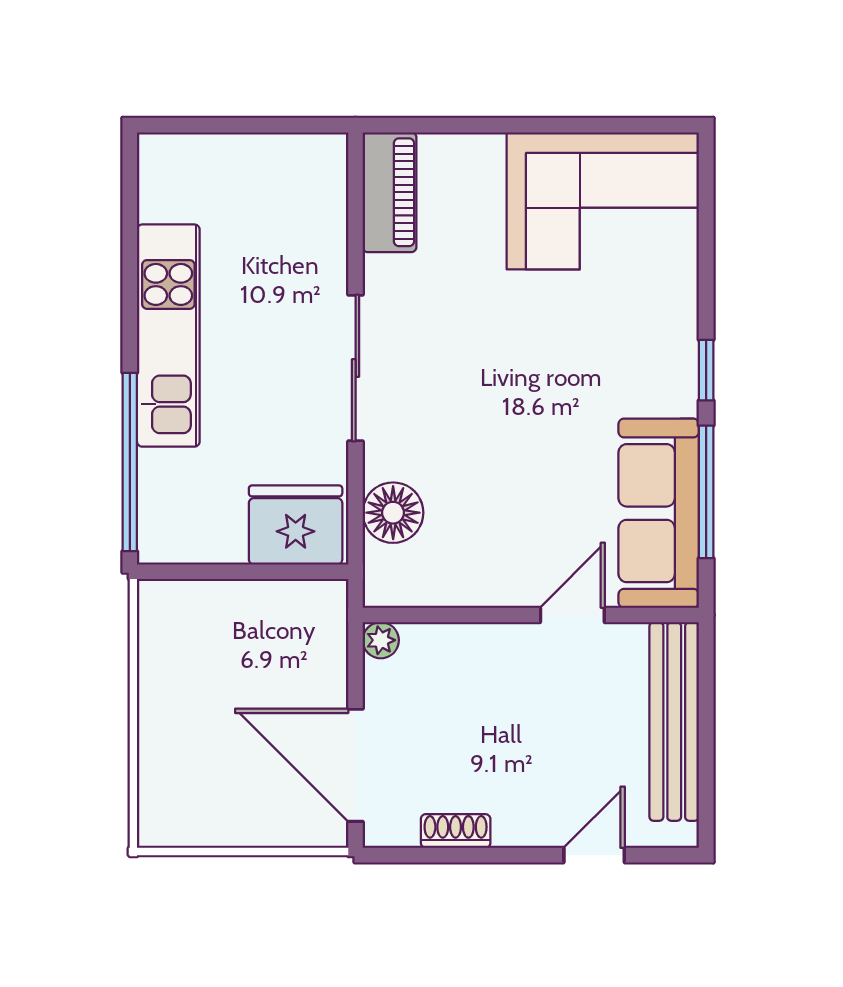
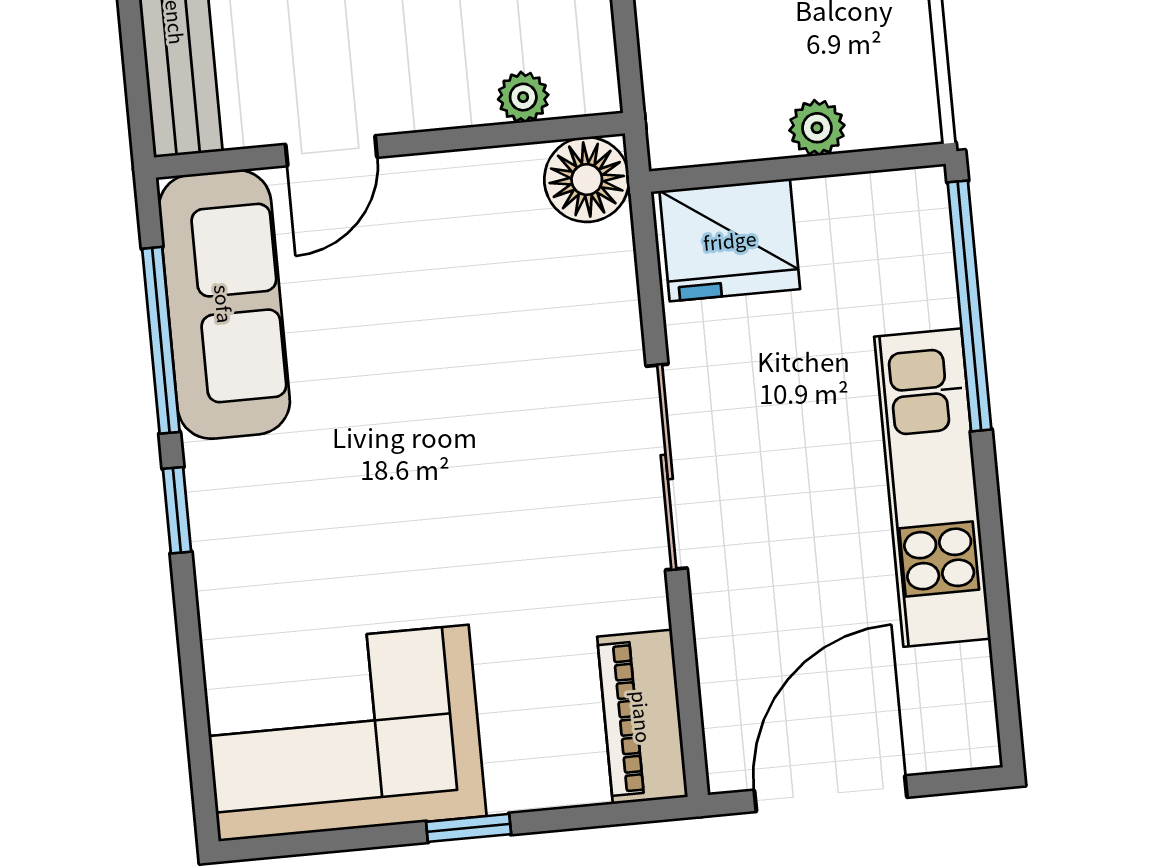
door: (261, 125) -> (831, 794), added
window: (520, 125) -> (469, 828), added
floor lamp: (393, 513) -> (587, 180), moved
plant: (226, 599) -> (817, 128), added
plant: (381, 640) -> (523, 97), moved

